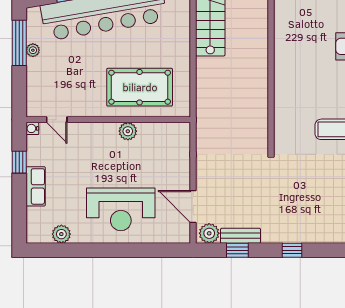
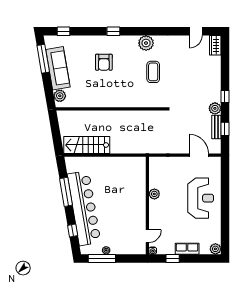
pool table: (140, 87) -> (128, 187), removed
door: (193, 207) -> (199, 155), swing flipped
plant: (209, 233) -> (215, 108), moved
plant: (61, 234) -> (215, 249), moved

